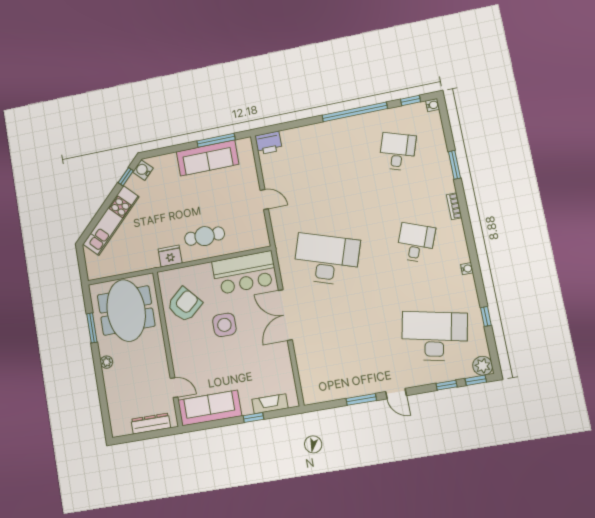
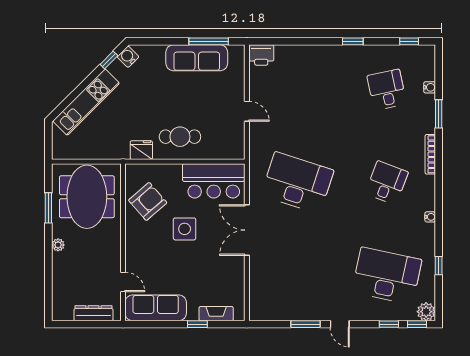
water cooler: (433, 105) -> (430, 87), moved
window: (355, 112) -> (353, 41), width x0.32
desk: (398, 152) -> (387, 90), turned -30
bookcase: (454, 206) -> (430, 154), width x1.56

